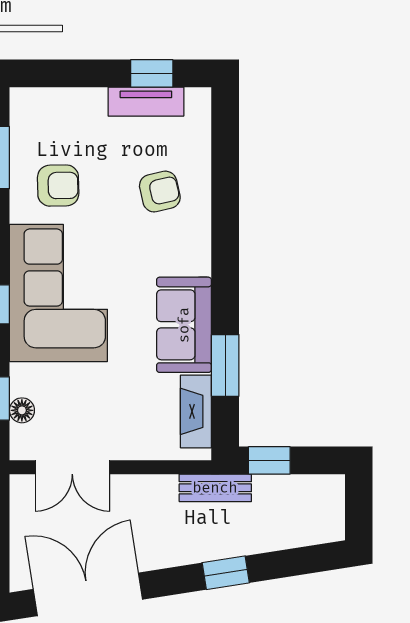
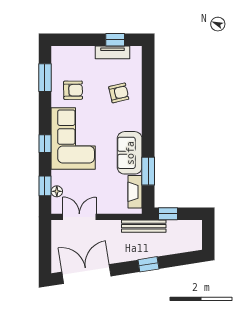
double door: (72, 467) -> (79, 217), swing flipped
bench: (215, 488) -> (144, 226), width x1.36

